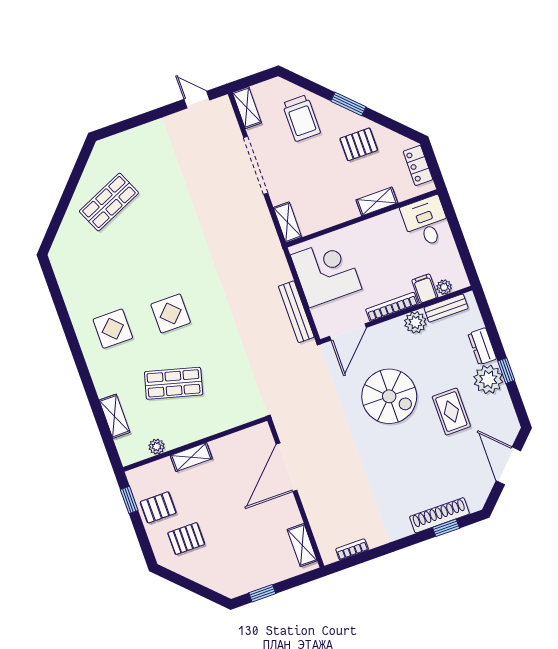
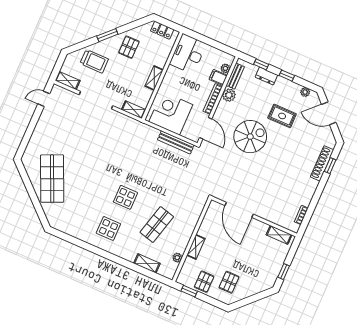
shelving: (377, 201) -> (154, 78), moved
shop shelf: (109, 202) -> (52, 179), width x1.43, depth x1.36
desk: (426, 222) -> (188, 54), width x1.37
window: (490, 326) -> (261, 64), added
plant: (488, 379) -> (305, 92), moved, width x0.53, depth x0.53

